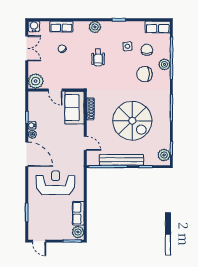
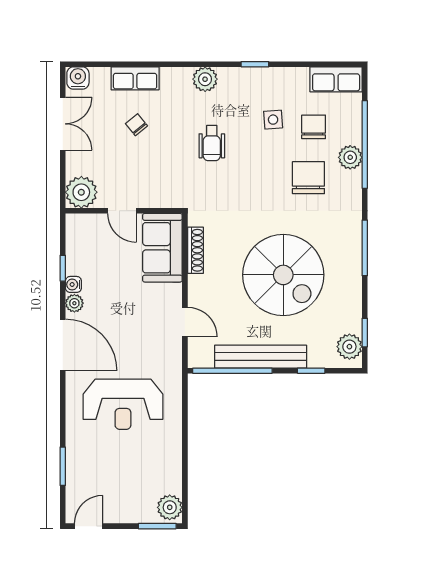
chair: (144, 74) -> (308, 178), turned 90
reception desk: (56, 183) -> (123, 404), turned 180
row of seats: (78, 213) -> (170, 468), removed
door: (39, 241) -> (89, 526), swing flipped

